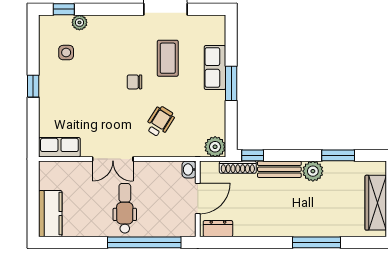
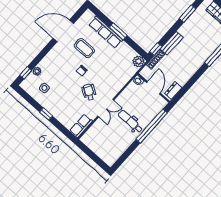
row of seats: (215, 67) -> (106, 32), width x1.48
wheelchair: (160, 122) -> (89, 92), moved
plant: (313, 171) -> (185, 30), removed
kitchen counter: (50, 214) -> (105, 154), removed

